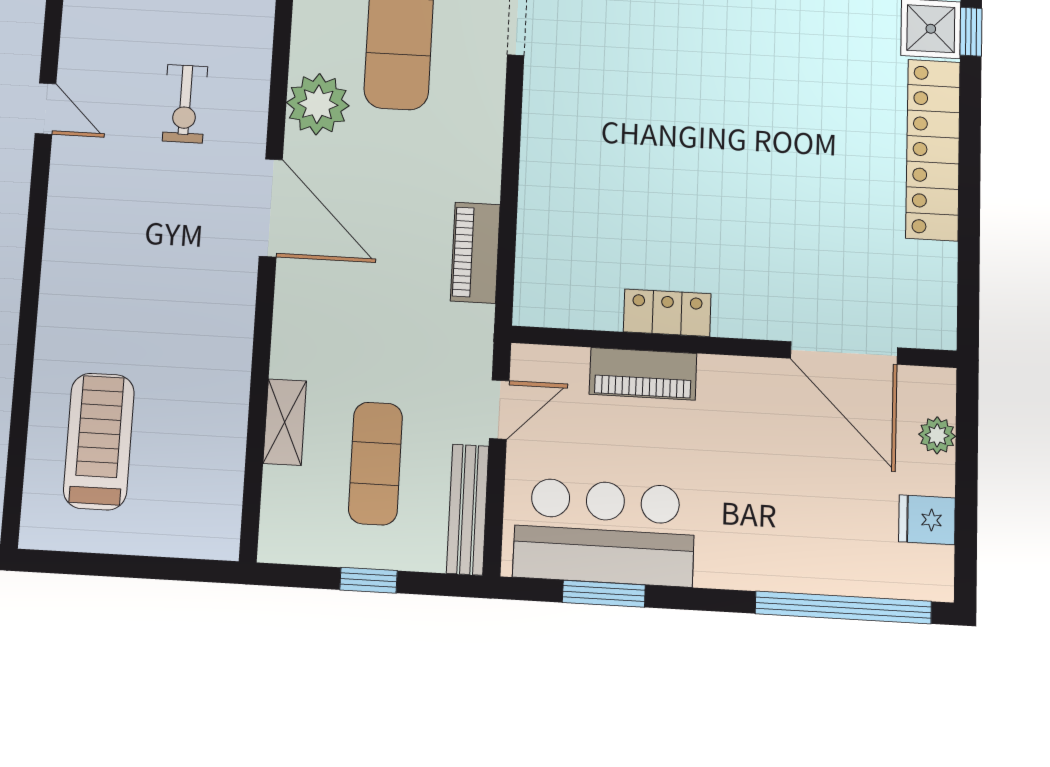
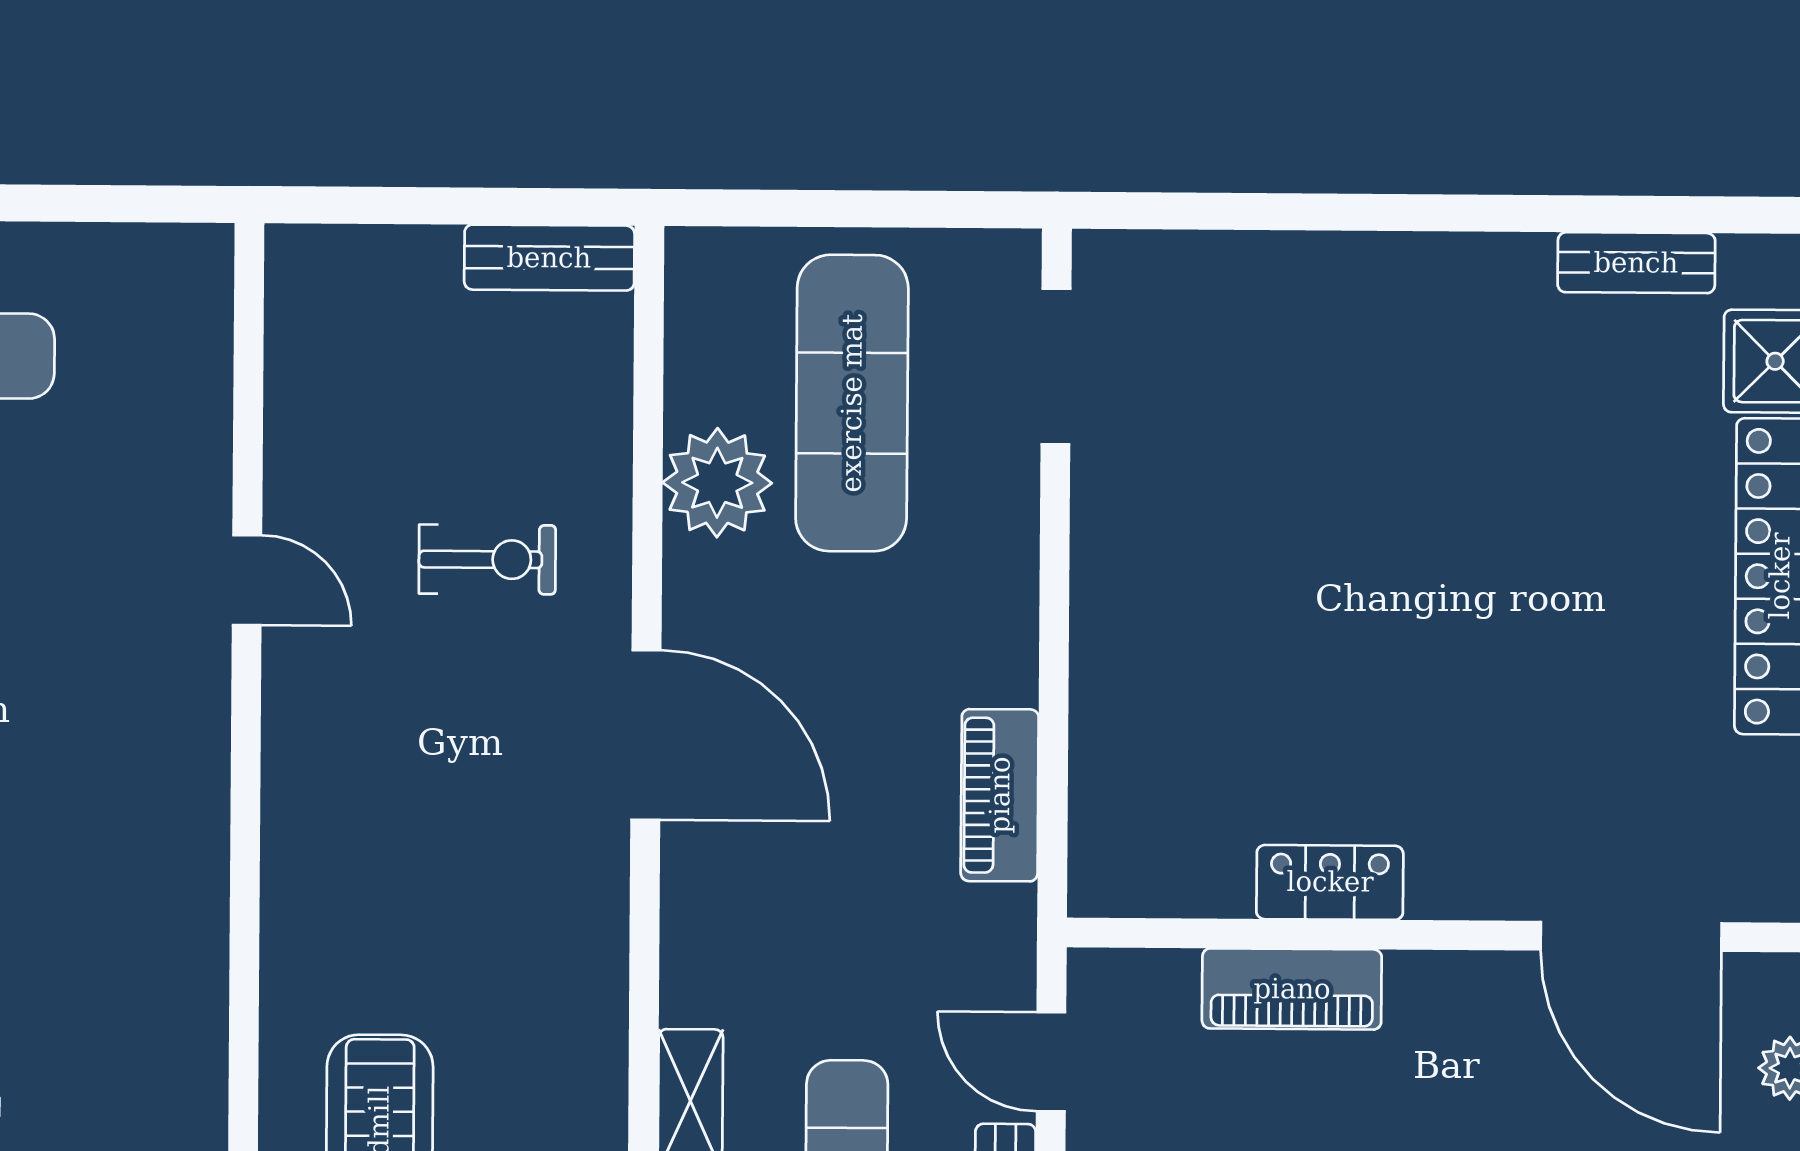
exercise bike: (185, 104) -> (487, 559), turned -90
plant: (318, 104) -> (717, 483), moved
door: (499, 410) -> (1051, 1062), swing flipped

